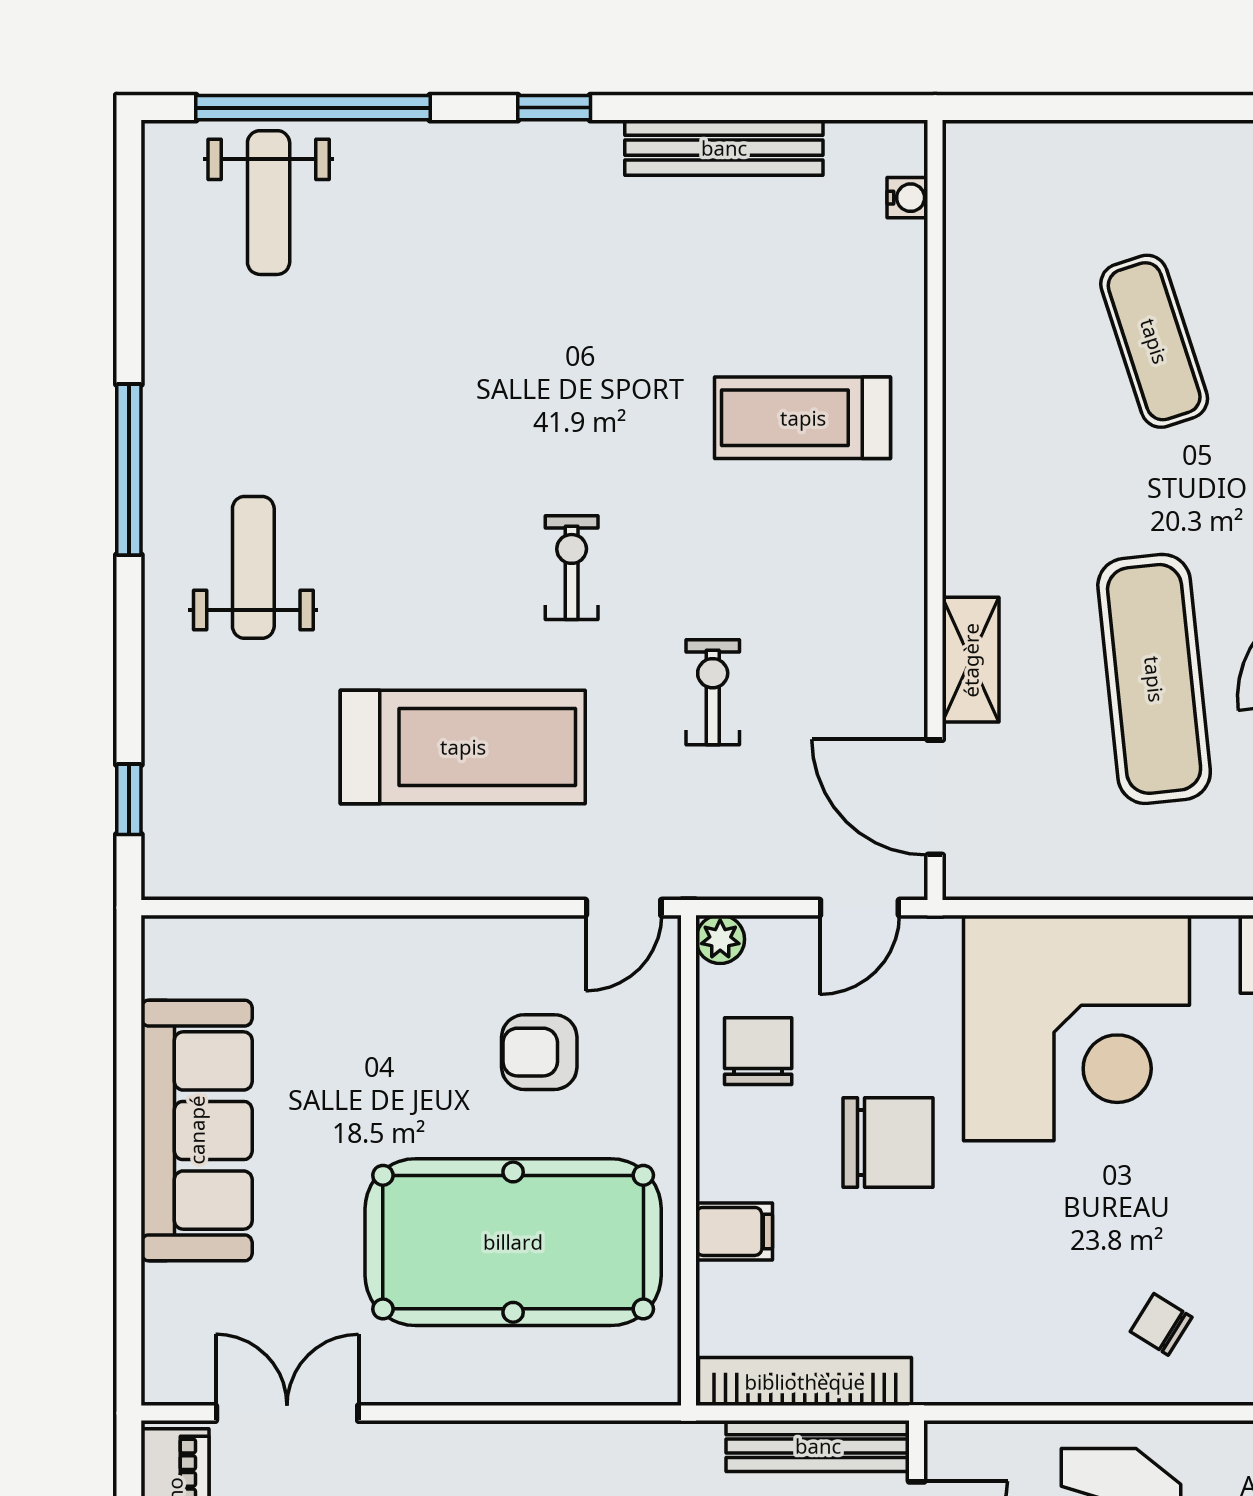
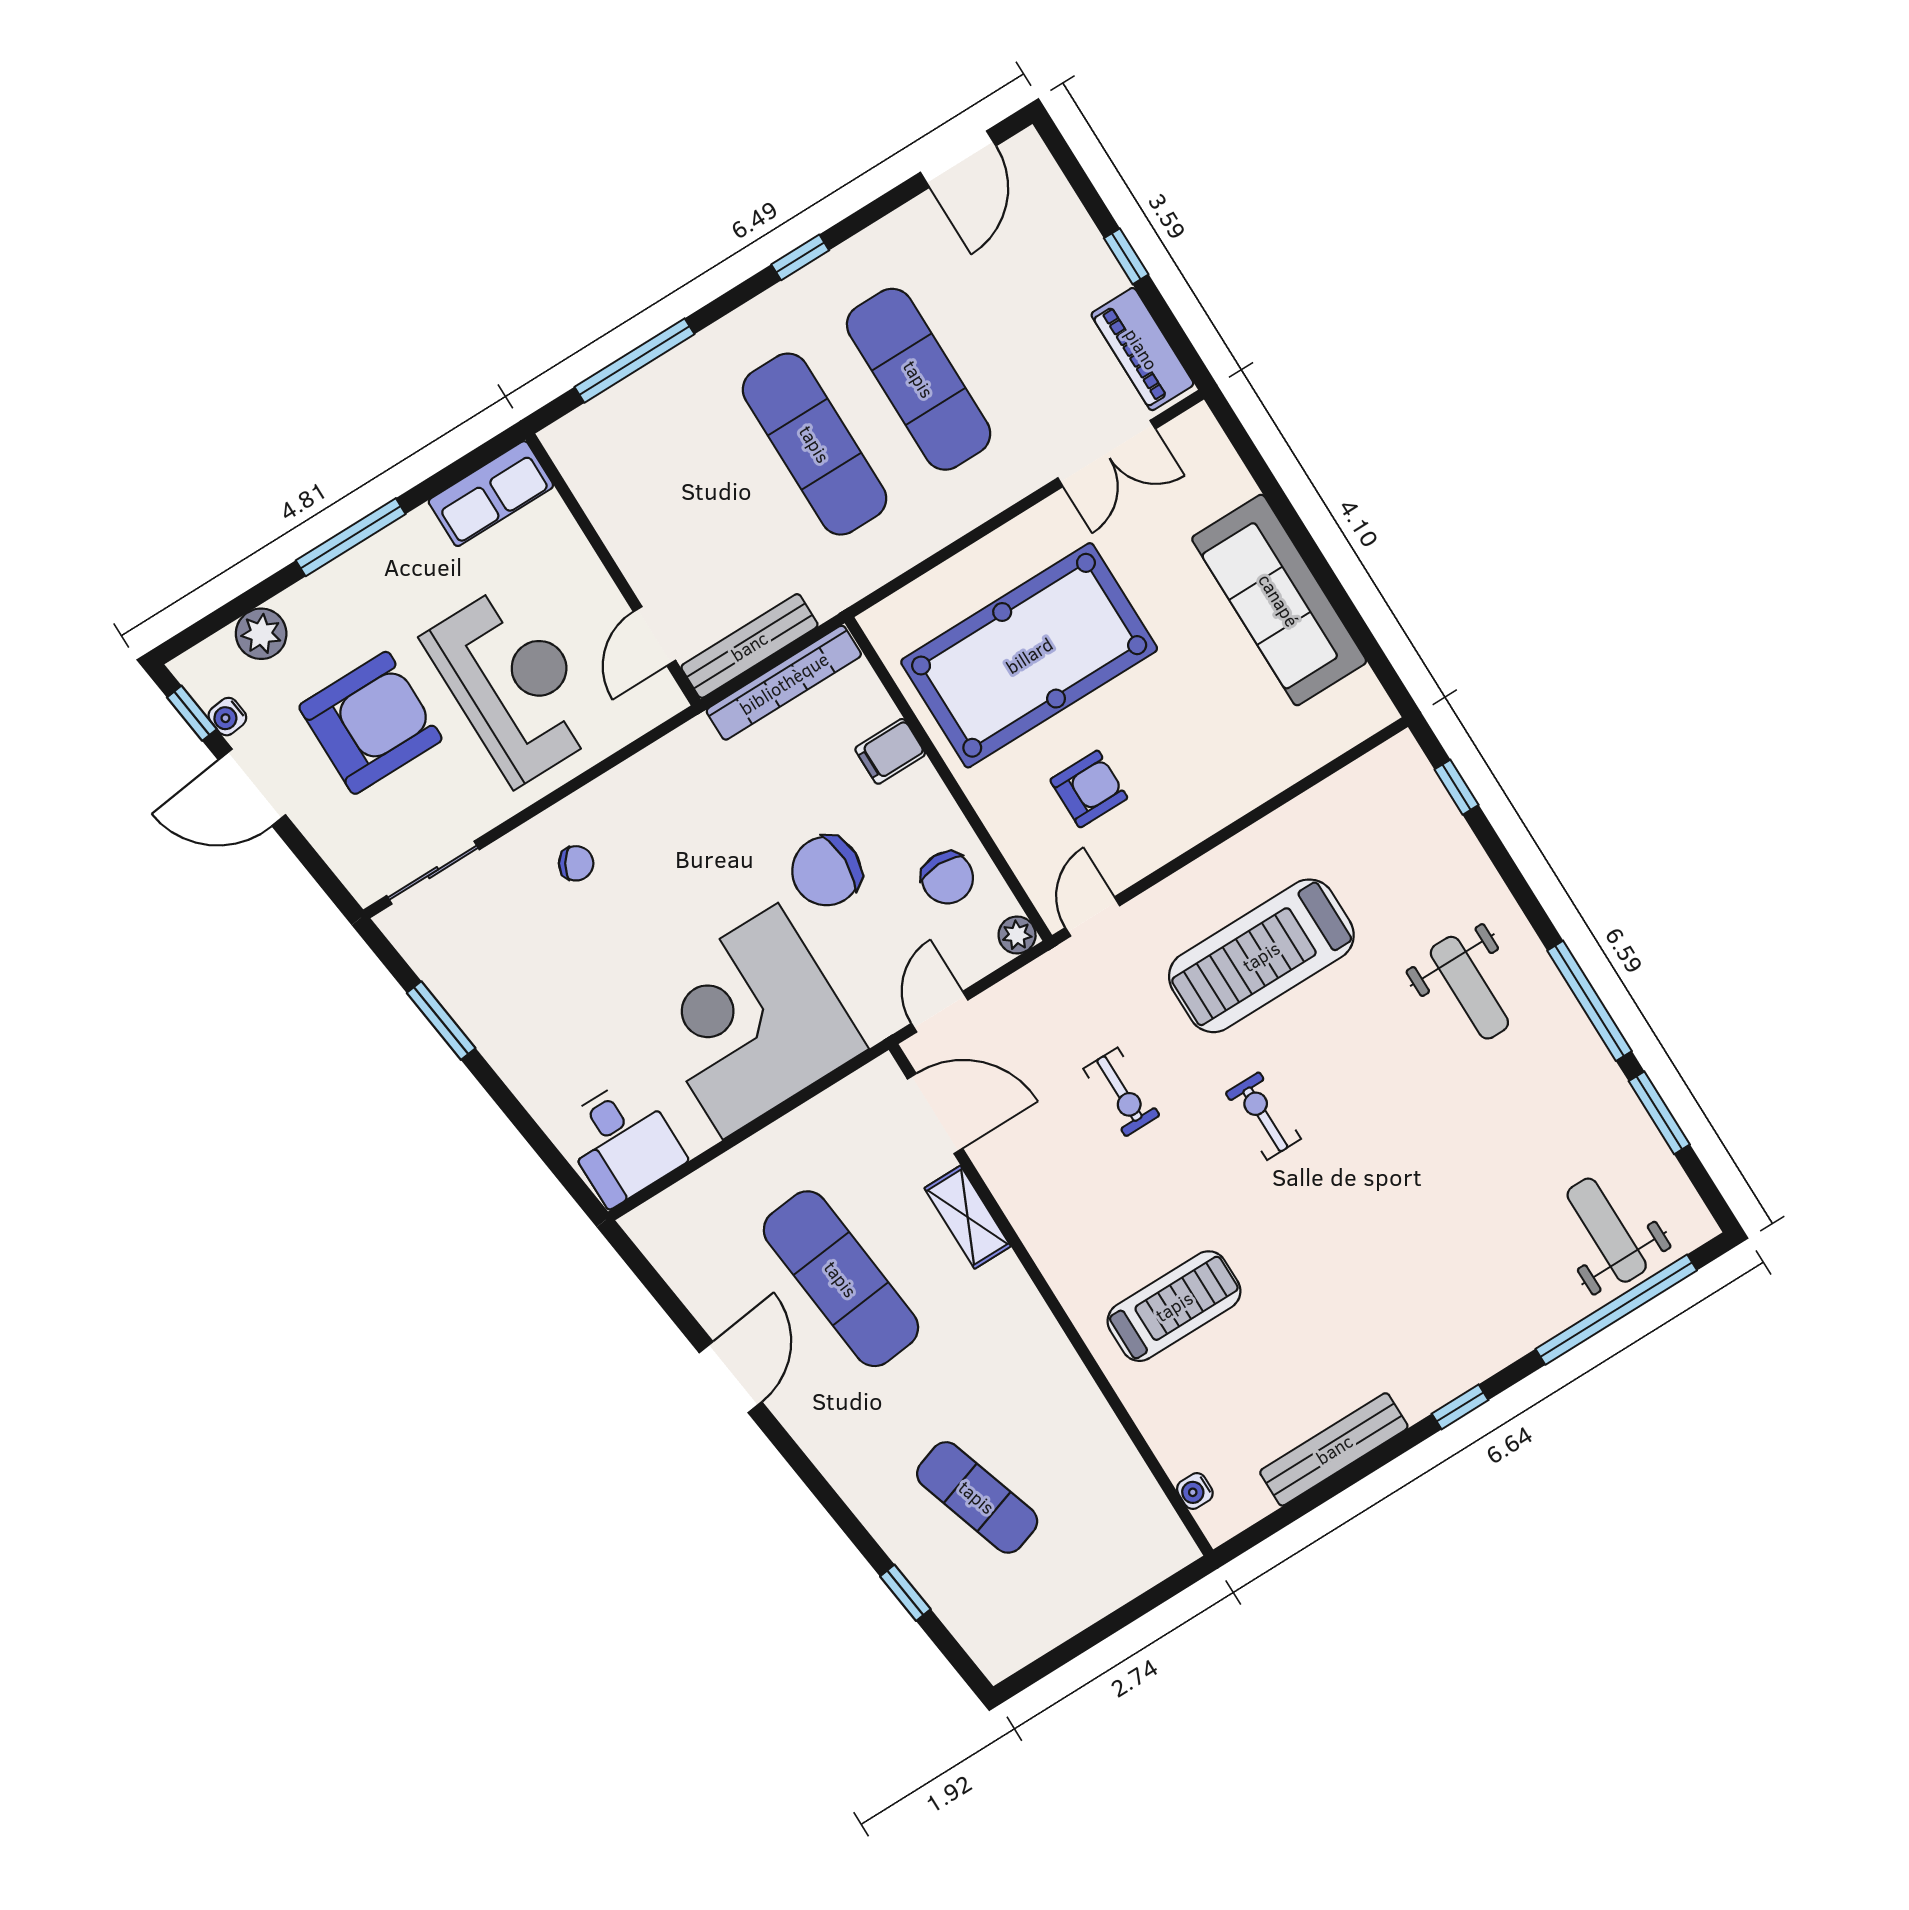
window: (129, 297) -> (1659, 1113), added
exercise bike: (572, 568) -> (1263, 1116), turned 180

